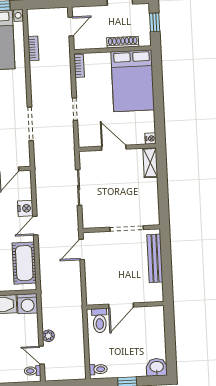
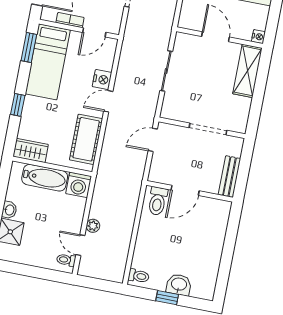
shelving: (150, 163) -> (247, 71), width x1.50, depth x1.33
bench: (155, 258) -> (229, 177), width x0.73
wall: (125, 305) -> (190, 191), moved
door: (121, 306) -> (185, 190), moved
toilet: (100, 321) -> (158, 201), moved
washbasin: (157, 367) -> (179, 285), moved

